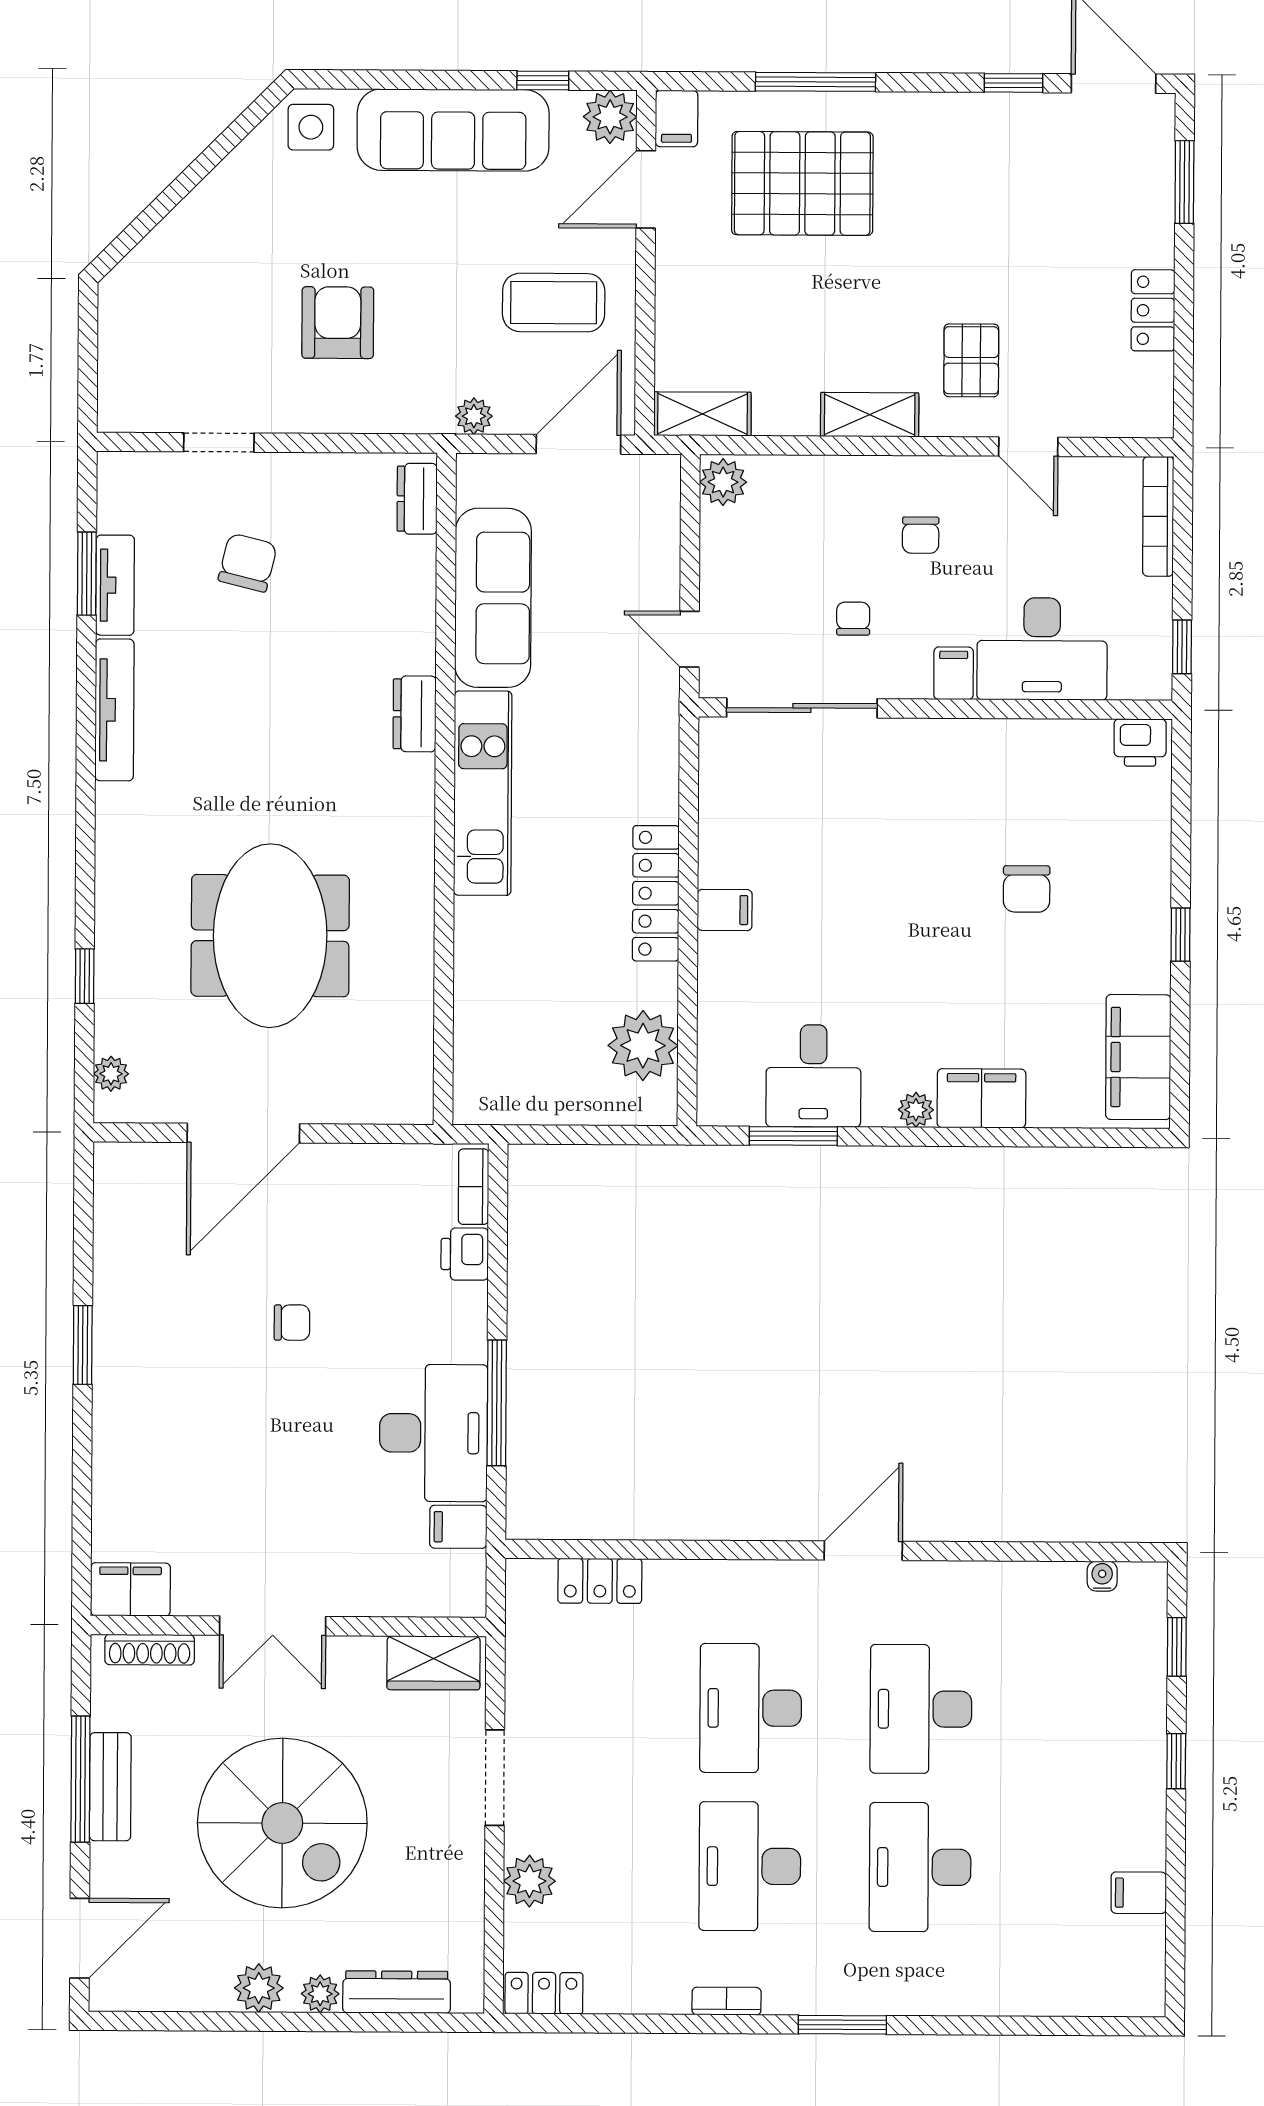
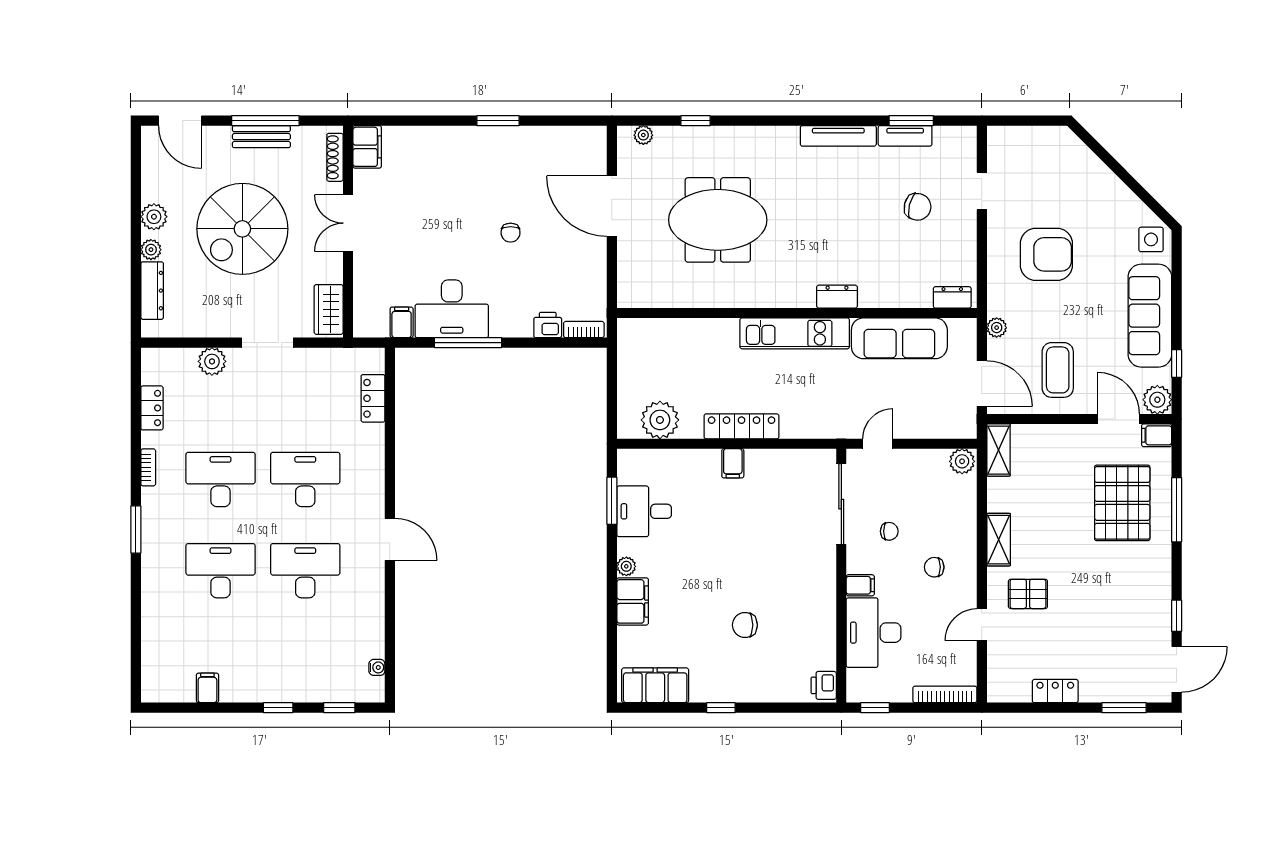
armchair: (338, 323) -> (1046, 254), width x1.36, depth x1.36
locker: (544, 1993) -> (152, 408), moved

